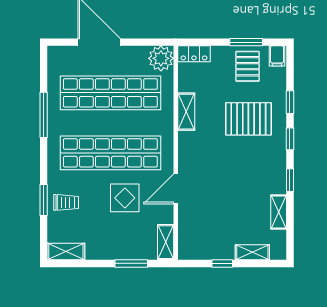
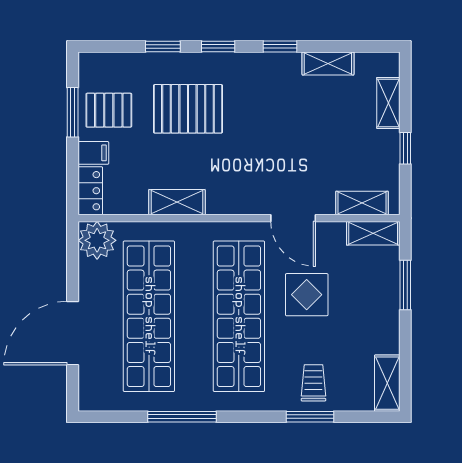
filing cabinet: (277, 56) -> (93, 153), moved
pallet: (248, 119) -> (188, 109), turned 90
shelving: (186, 235) -> (362, 203), added

